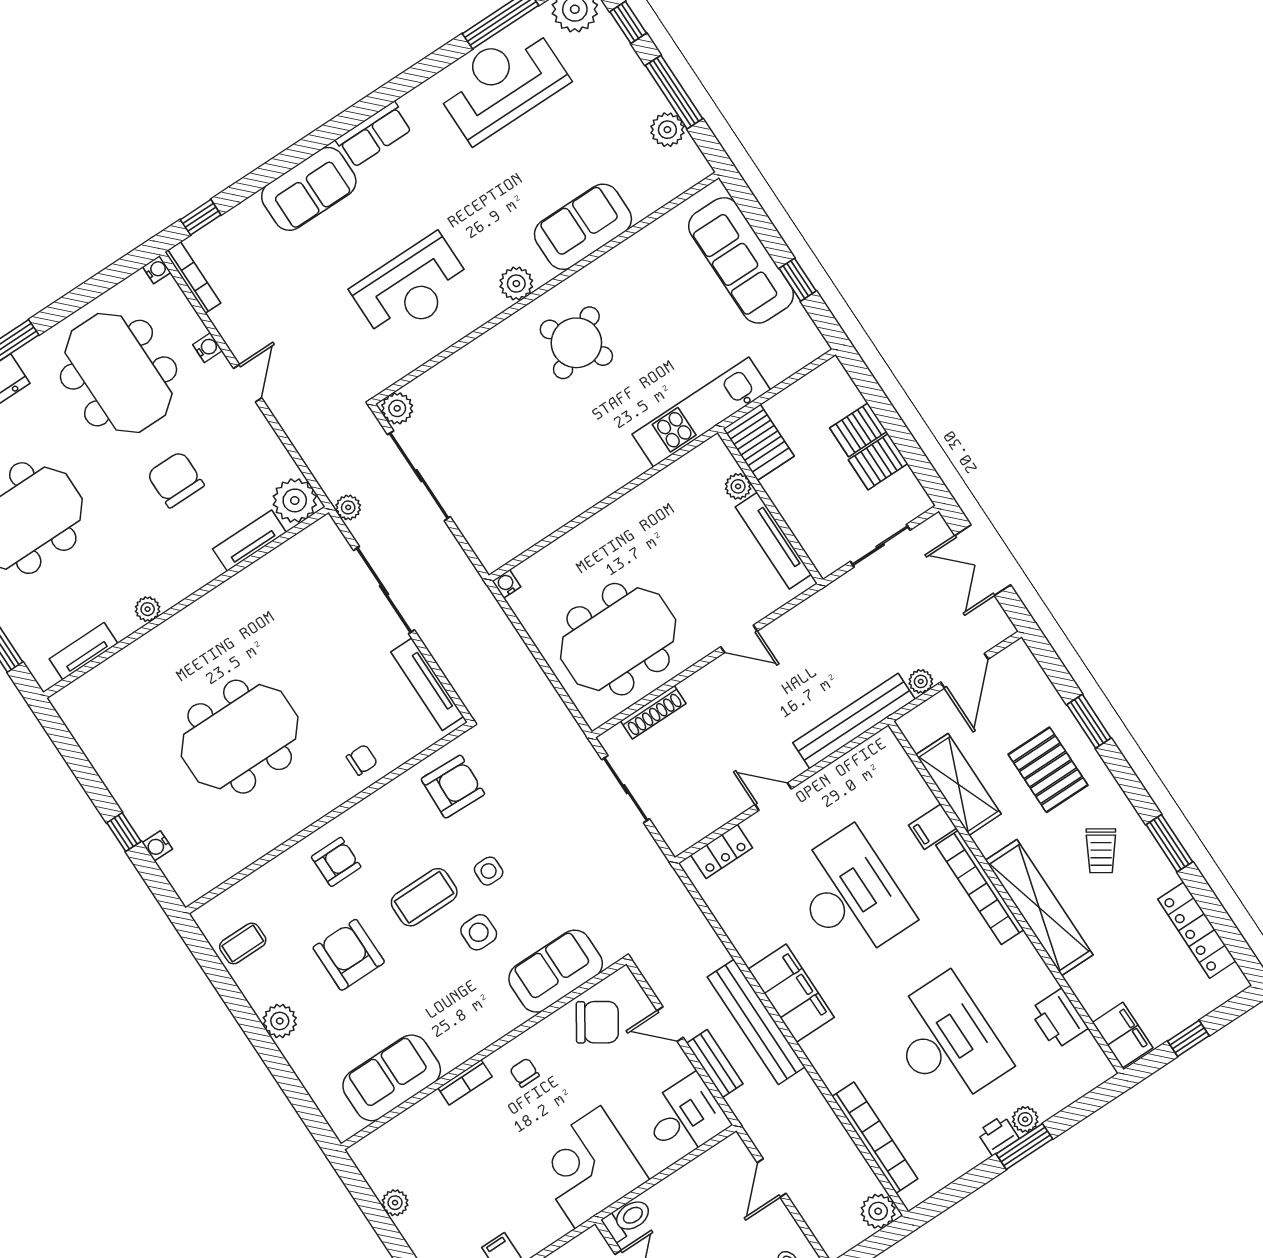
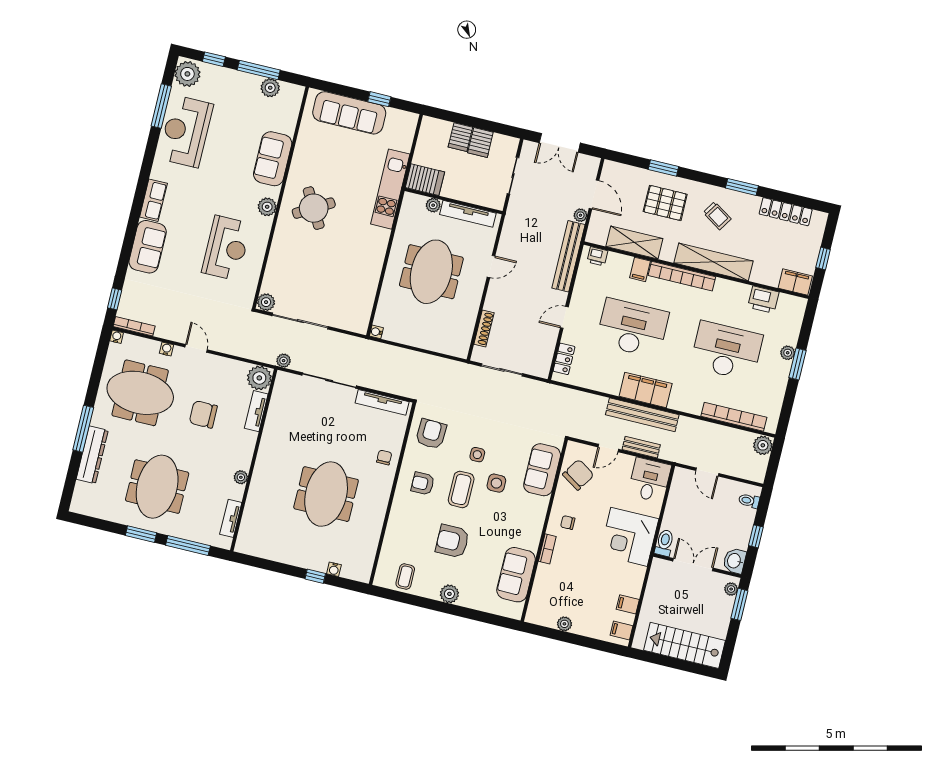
meeting table: (618, 639) -> (431, 272), moved
armchair: (336, 862) -> (423, 483), moved, turned -90
printer: (998, 1135) -> (597, 256), moved, turned -90

